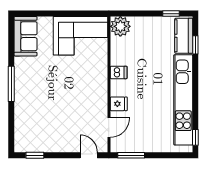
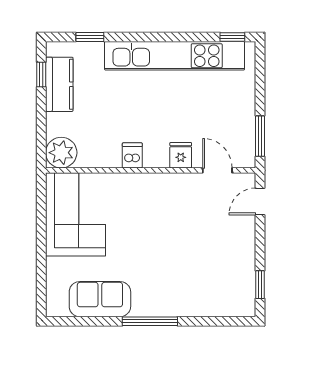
sofa: (26, 36) -> (100, 299), moved
kitchen counter: (184, 36) -> (59, 84), moved, turned -90

